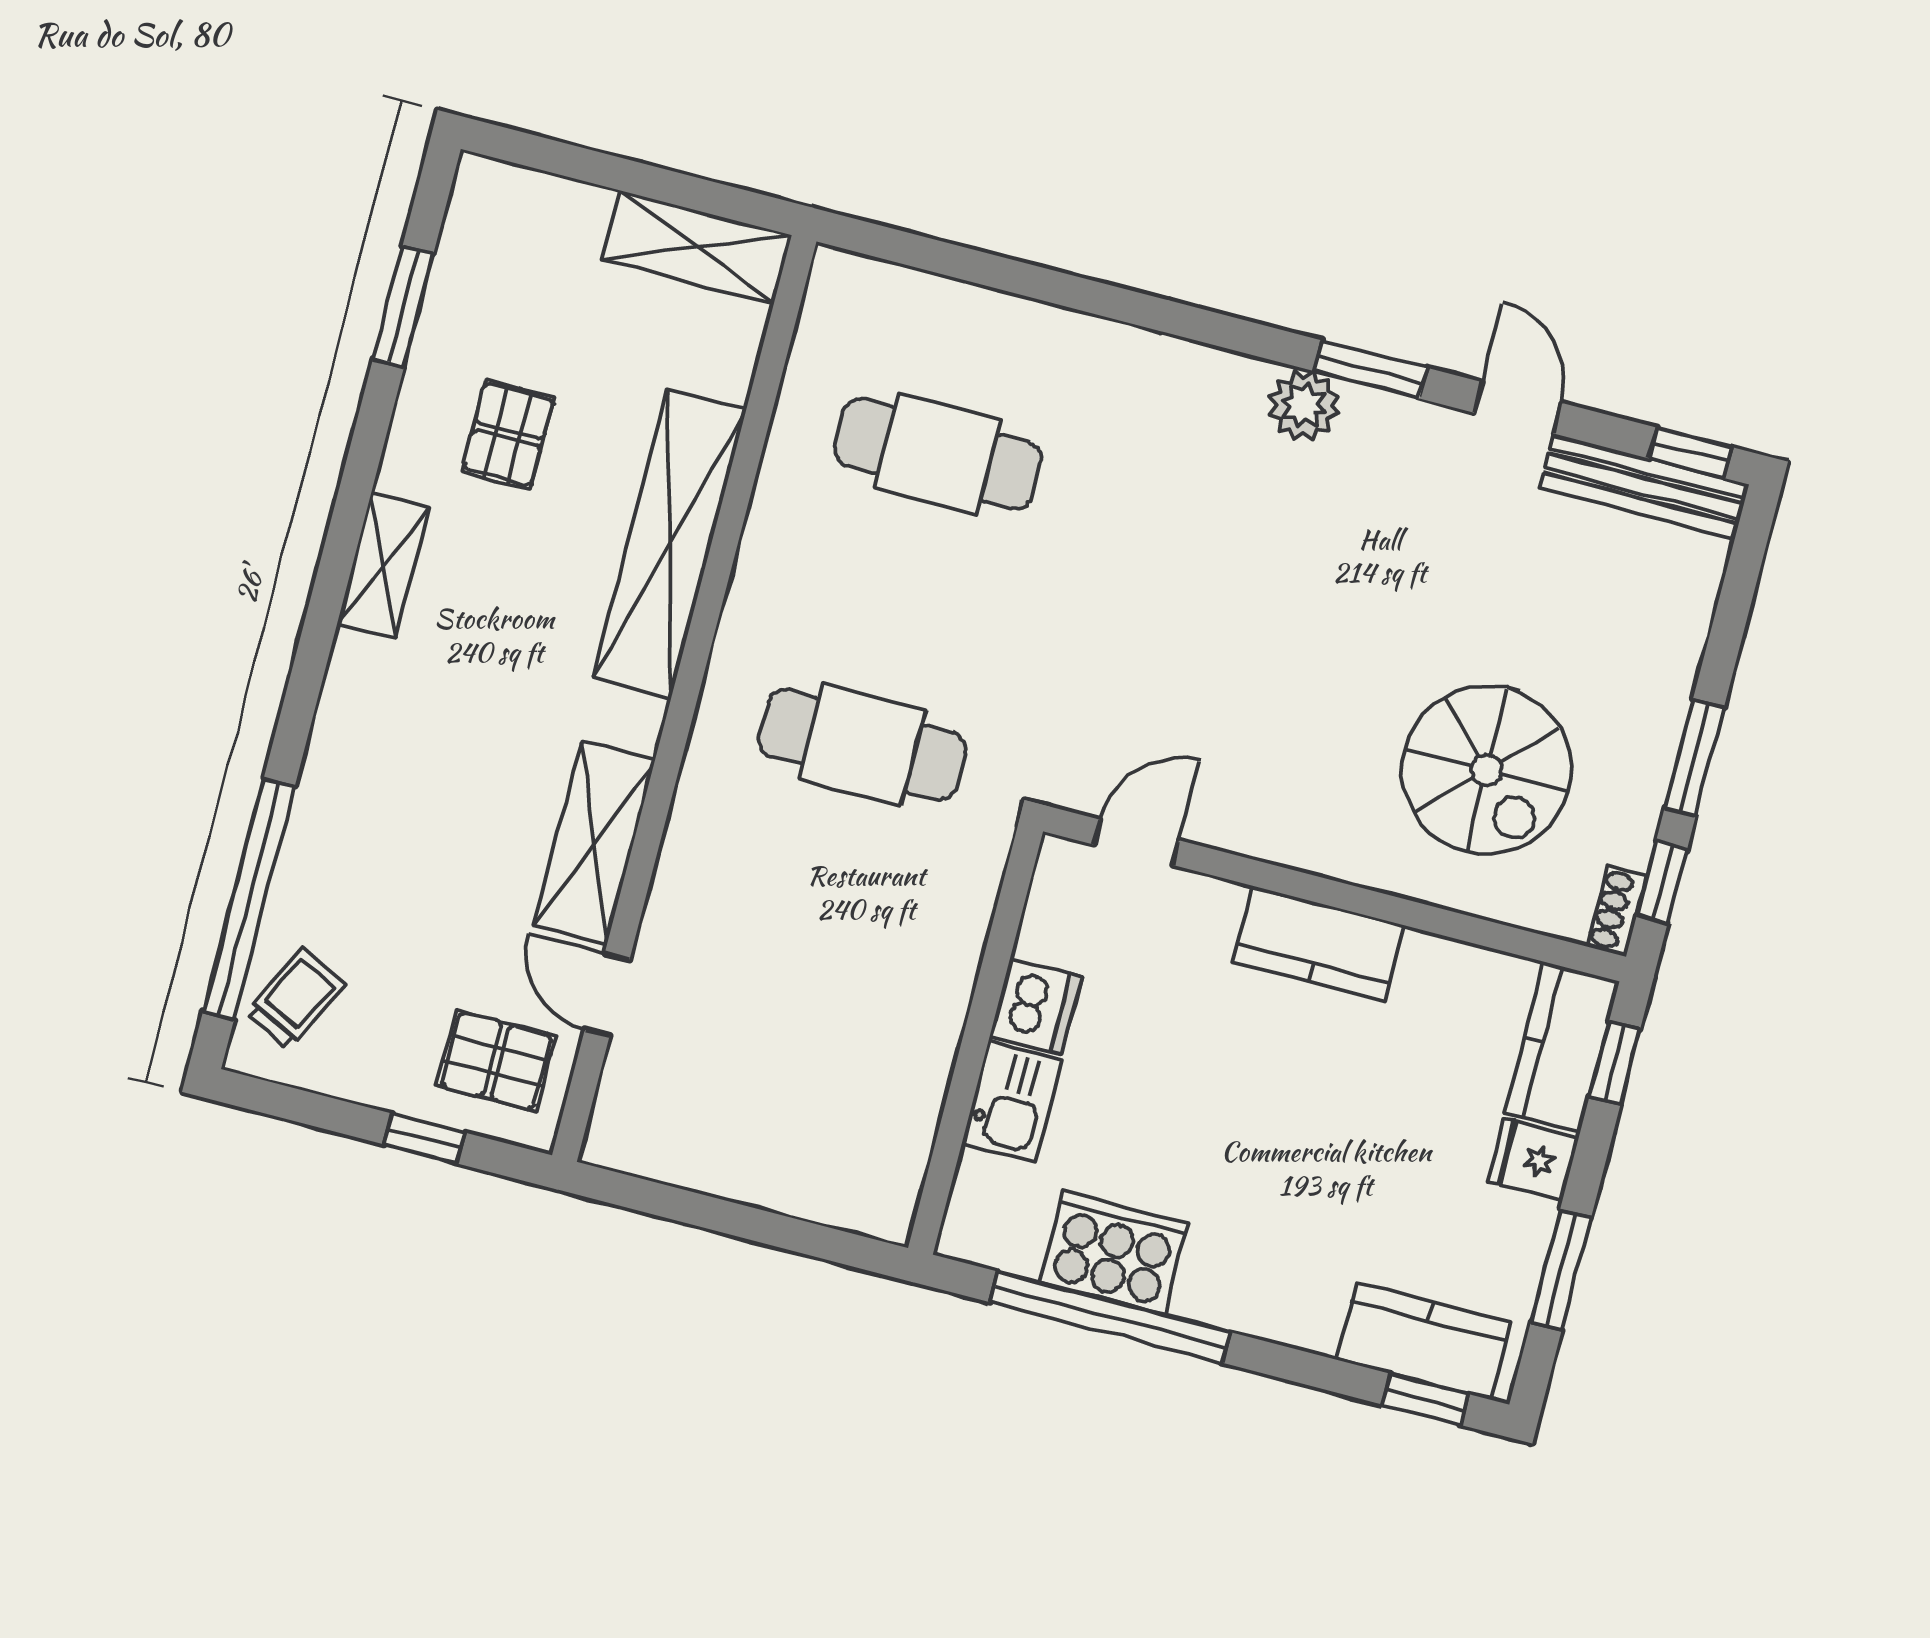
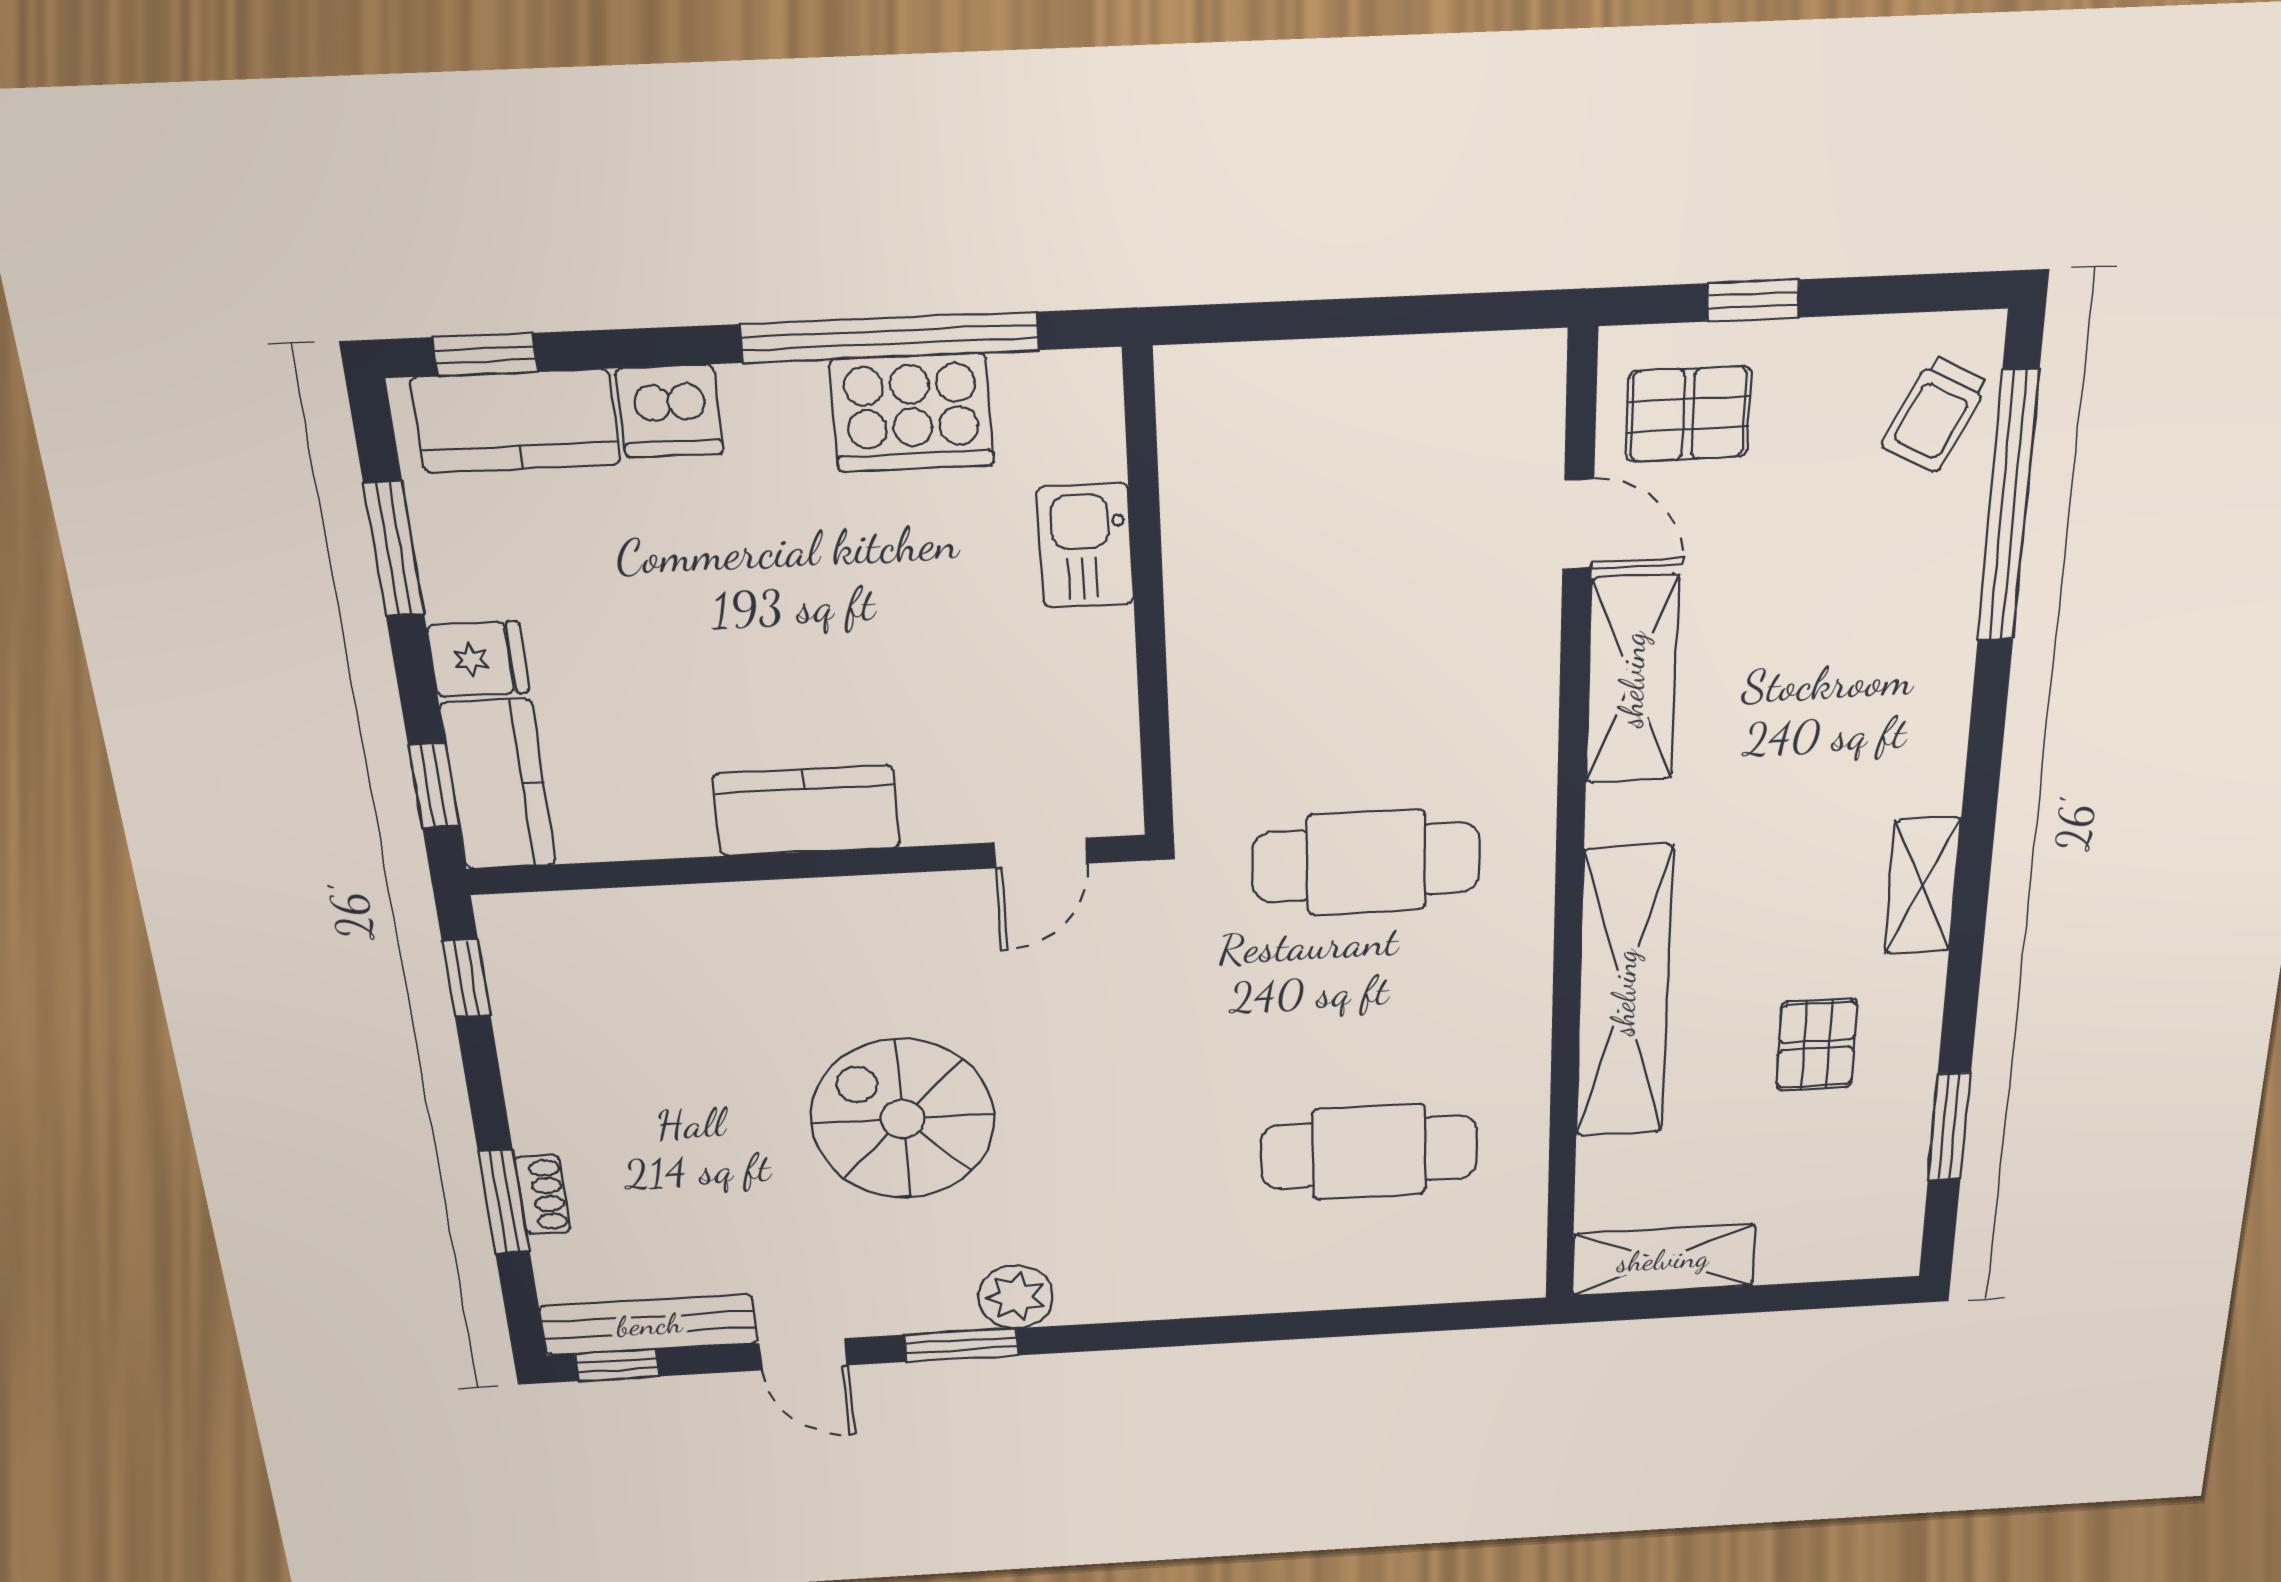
window: (1694, 758) -> (504, 1202), moved
spiral stairs: (1487, 770) -> (903, 1119), moved
shoe rack: (1617, 911) -> (542, 1195), moved
dishwasher: (1036, 1007) -> (670, 411), moved, turned -90

